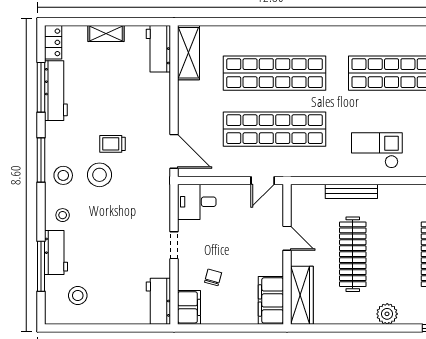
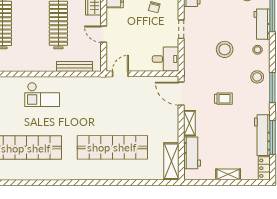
workbench: (158, 49) -> (192, 153), moved
shelving: (162, 108) -> (189, 123), added
shop shelf: (275, 129) -> (112, 109), removed
stool: (99, 175) -> (225, 49), moved
bench: (351, 191) -> (74, 66), moved

